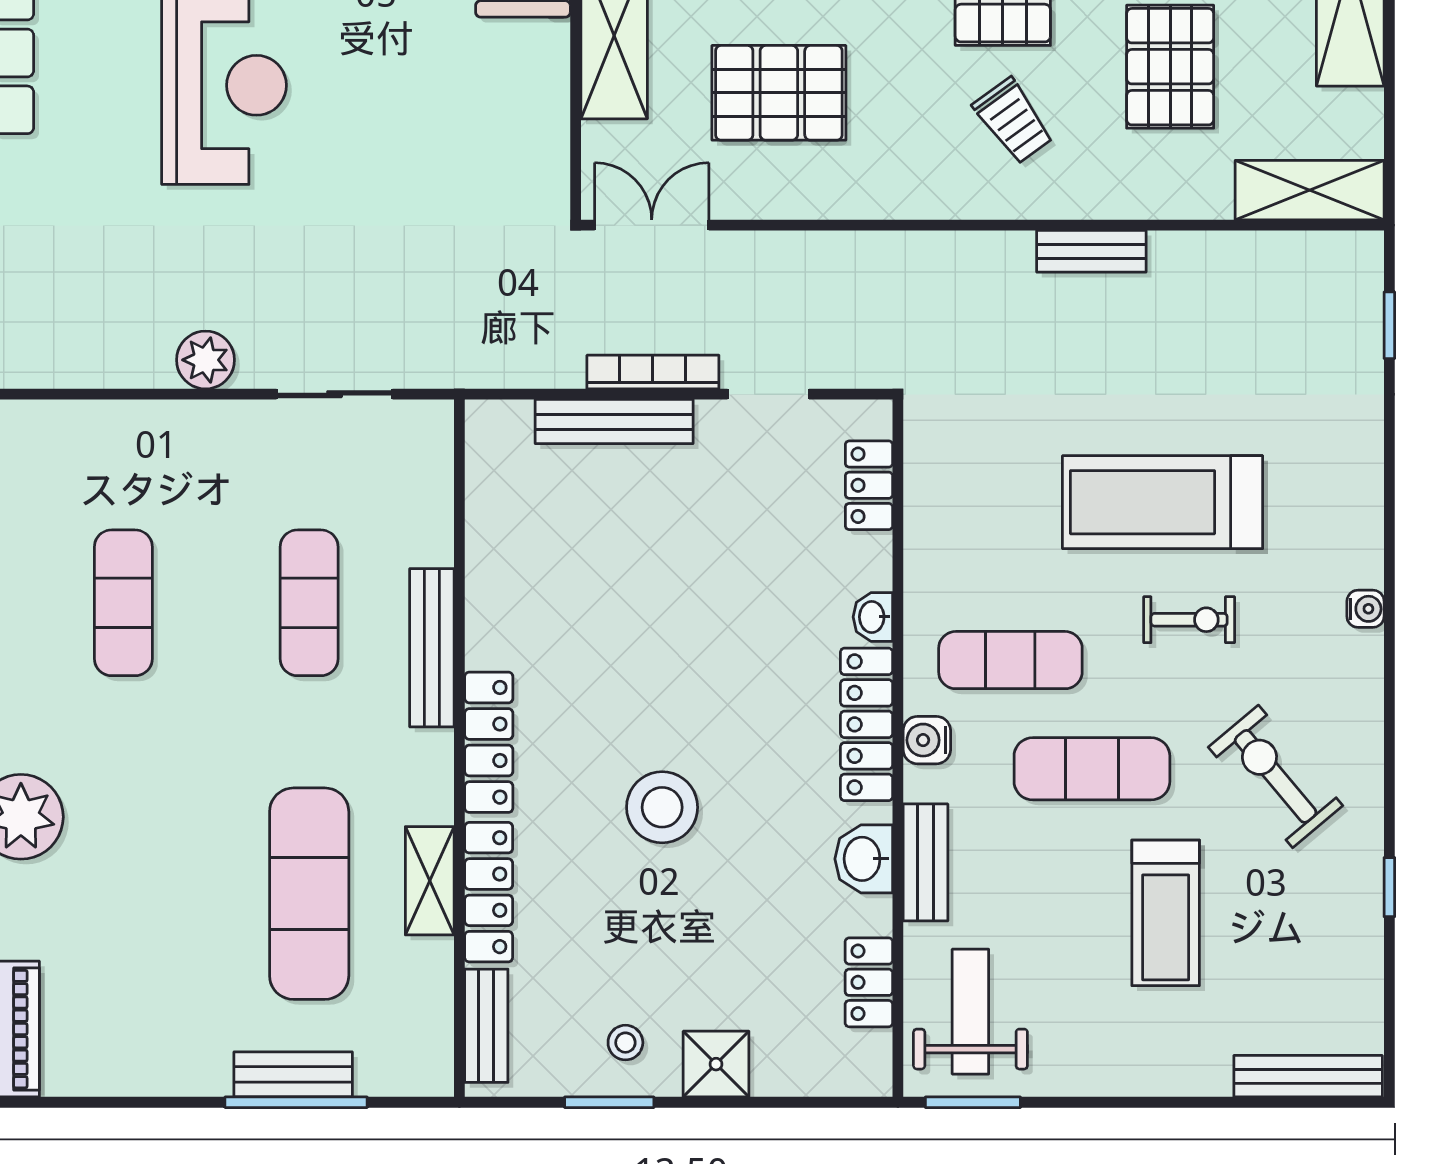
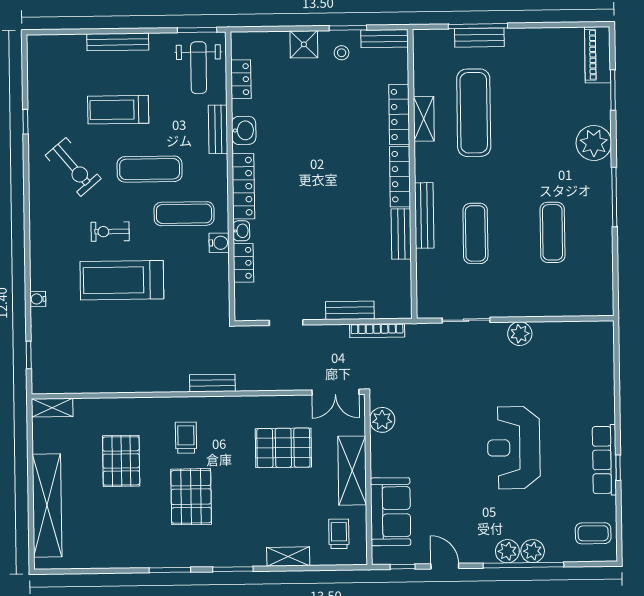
trolley: (1013, 121) -> (186, 438), turned 36
plant: (540, 157) -> (382, 420), added
shelving: (1310, 190) -> (52, 408), width x0.67, depth x0.75
bench: (1091, 251) -> (212, 383), moved
bookcase: (653, 372) -> (377, 331), moved
bench: (614, 422) -> (350, 310), width x0.73
locker: (869, 485) -> (243, 263), moved
treadmill: (1162, 502) -> (122, 280), turned 180
bench: (488, 604) -> (401, 234), added
water cooler: (1365, 609) -> (38, 299), moved
water cooler: (927, 740) -> (219, 243), moved
stool: (662, 807) -> (328, 151), removed
treadmill: (1166, 913) -> (118, 110), turned -90
bench: (486, 1026) -> (385, 39), moved, turned 90
bench: (1308, 1076) -> (118, 42), moved

